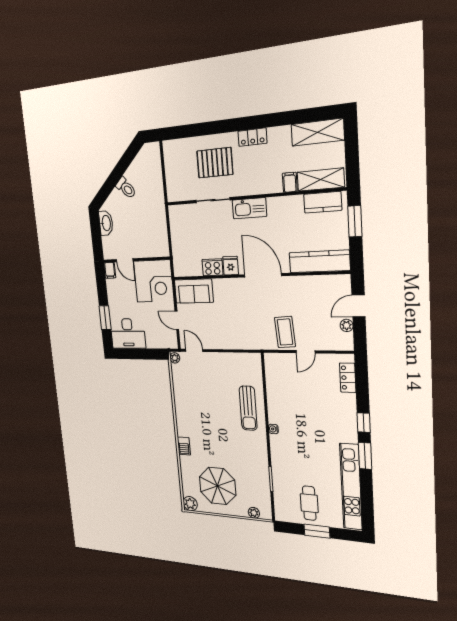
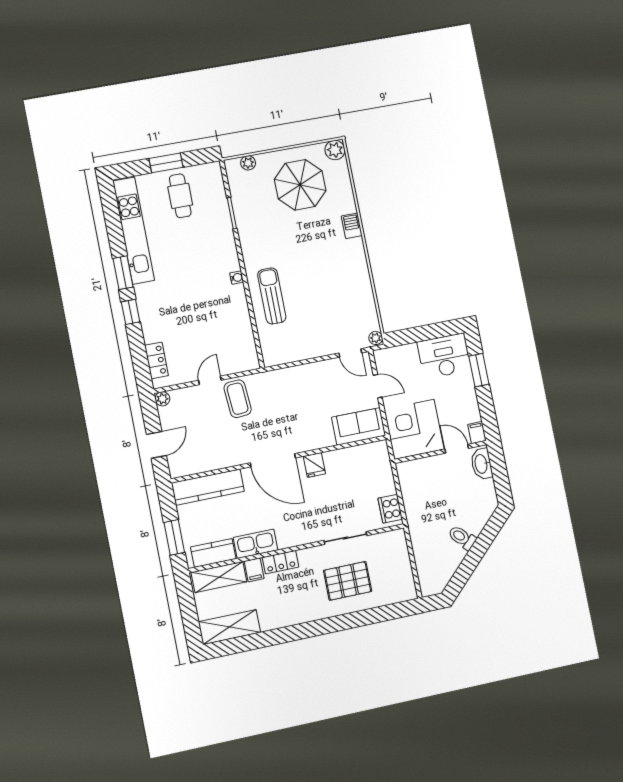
locker: (252, 137) -> (280, 562), moved, turned 180
kitchen sink: (249, 208) -> (256, 544), moved
washbasin: (106, 223) -> (482, 464), moved
cooker: (213, 267) -> (390, 509), moved, turned 90
plant: (347, 325) -> (162, 399), moved

